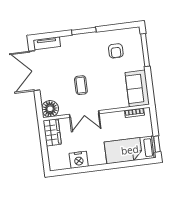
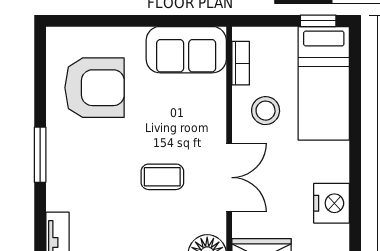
window: (145, 50) -> (101, 21), removed
armchair: (116, 51) -> (95, 88), width x1.88, depth x1.88
stool: (115, 126) -> (266, 111), added

